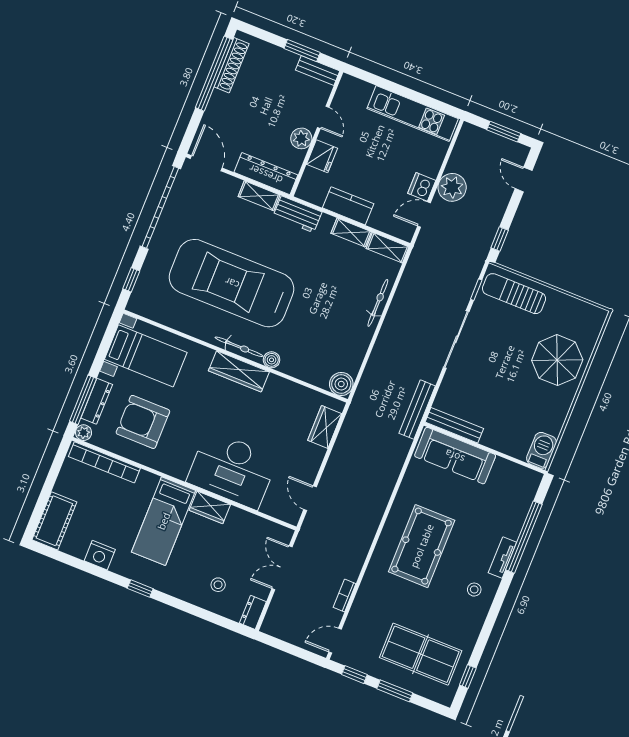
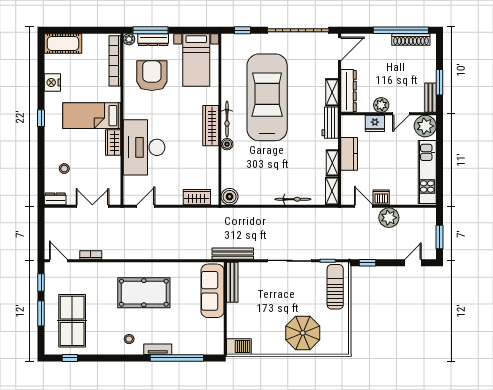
plant: (352, 92) -> (425, 126), added

